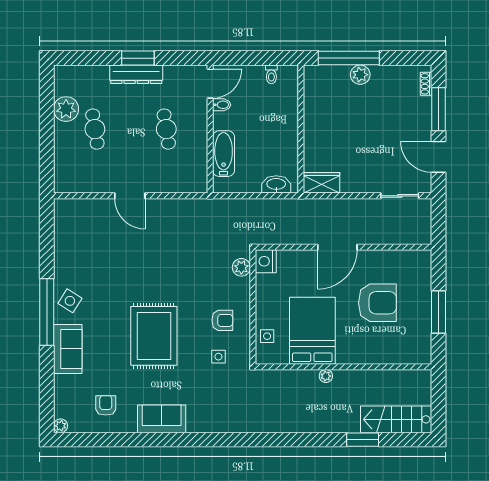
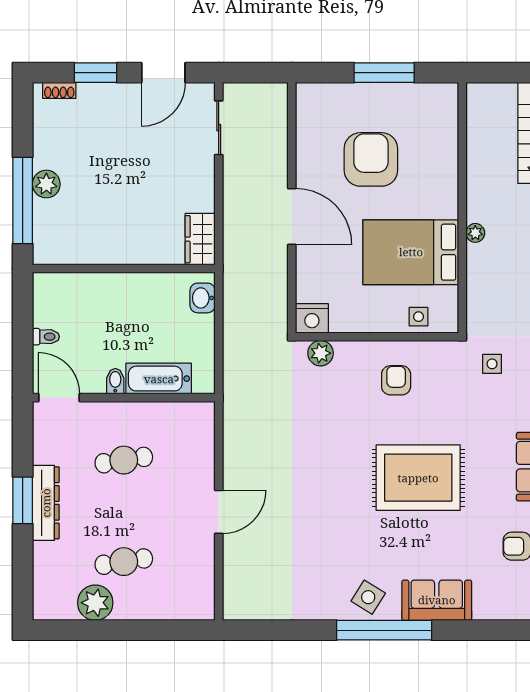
toilet: (271, 74) -> (46, 337), moved
bidet: (222, 105) -> (115, 381), moved
window: (439, 109) -> (95, 73), width x0.69
washbasin: (276, 184) -> (203, 298), width x0.72
side table: (218, 357) -> (492, 364), moved

